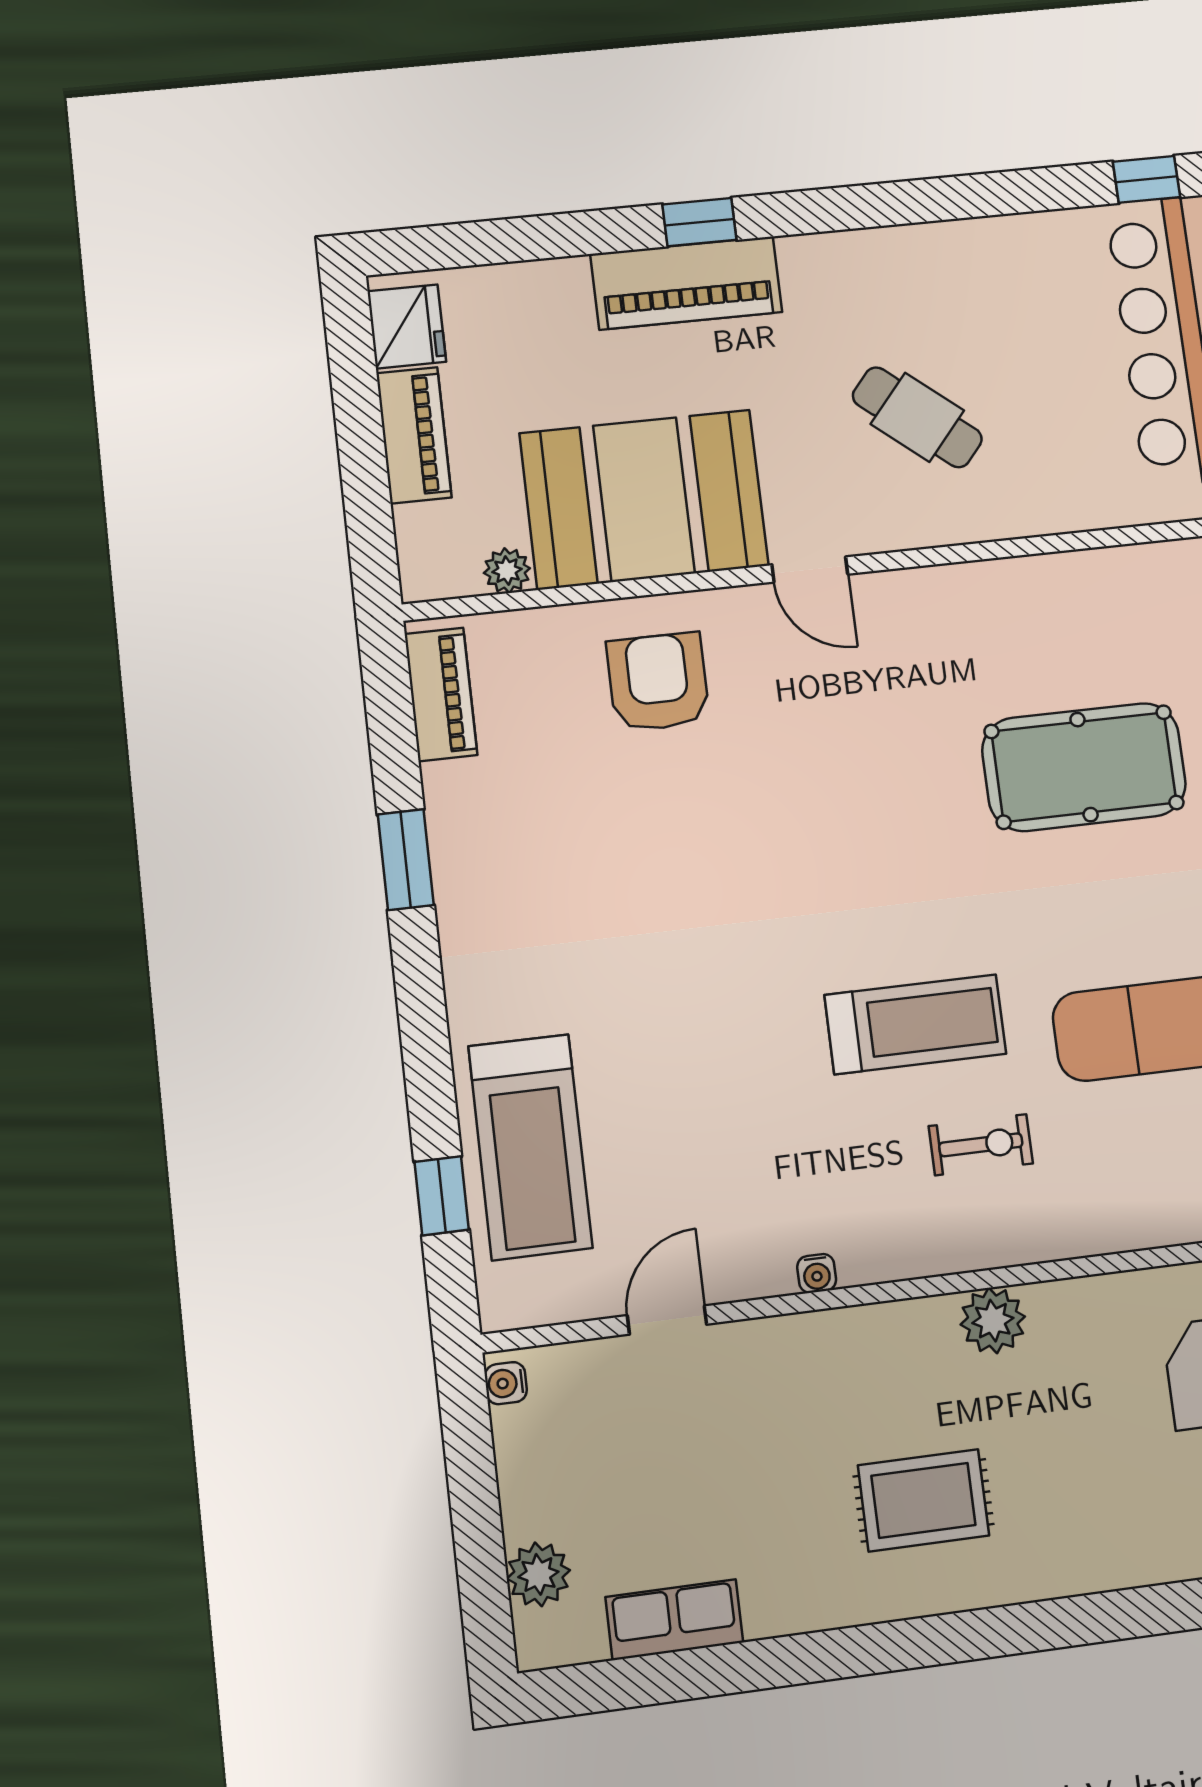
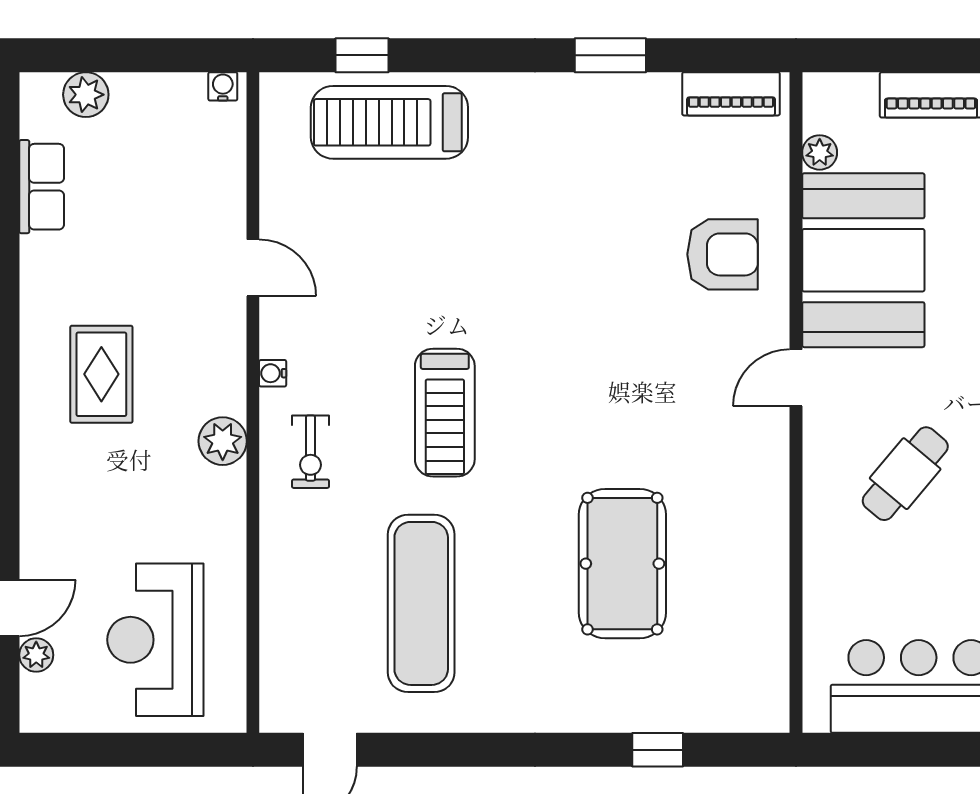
exercise bike: (981, 1145) -> (311, 452), moved
water cooler: (817, 1273) -> (273, 373), moved
door: (667, 1320) -> (253, 268), moved

